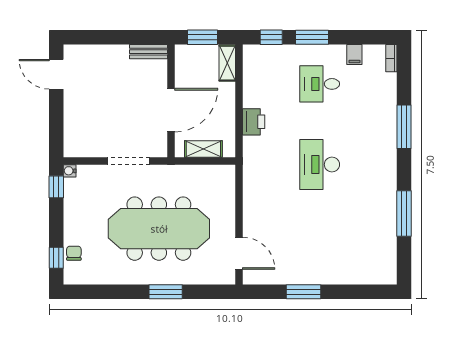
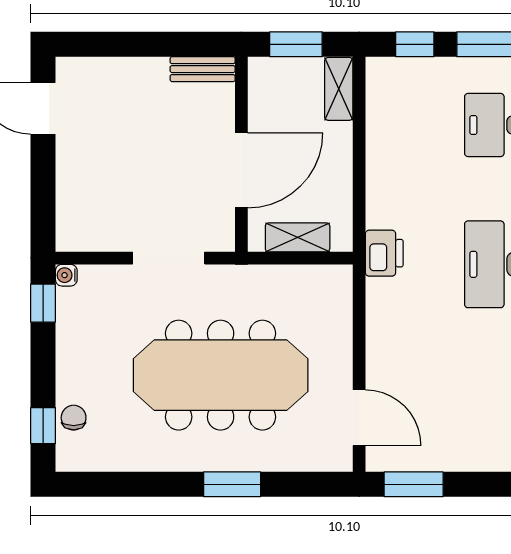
printer: (254, 122) -> (384, 253), moved
window: (304, 292) -> (414, 484), moved

